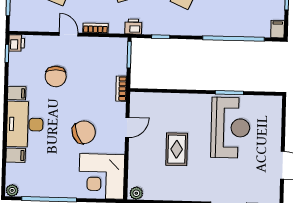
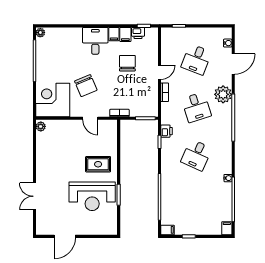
printer: (133, 27) -> (167, 131), moved
printer: (17, 43) -> (138, 33), moved
chair: (56, 76) -> (127, 63), turned 90
desk: (25, 124) -> (95, 41), width x0.73
rug: (177, 149) -> (98, 164), moved
filing cabinet: (16, 155) -> (125, 35), moved

